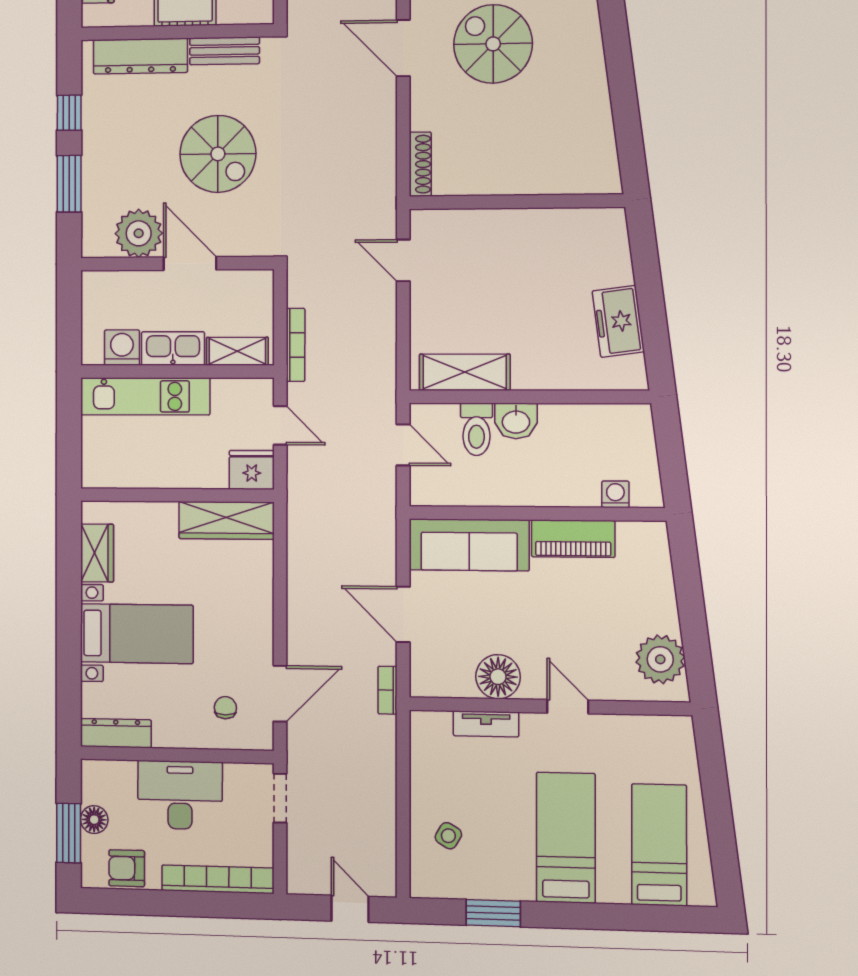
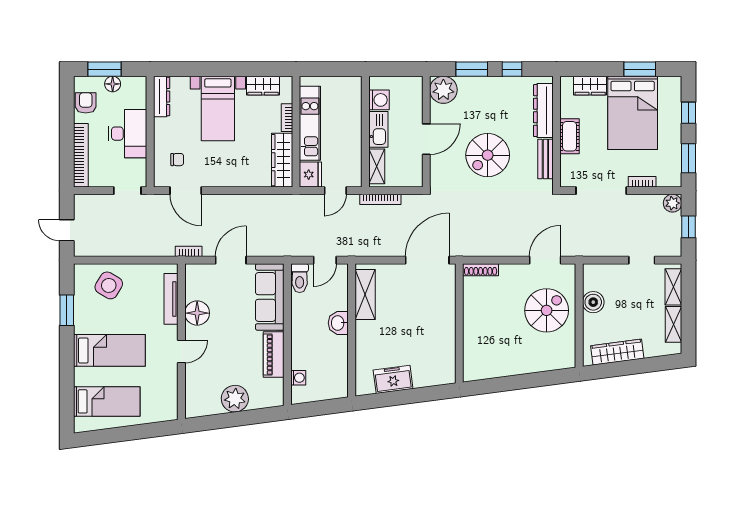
plant: (139, 233) -> (443, 90), moved
door: (403, 260) -> (427, 260), width x1.87
kitchen unit: (145, 396) -> (310, 123), moved, turned 180
toilet: (476, 429) -> (300, 278), moved, turned -90
bookcase: (152, 511) -> (287, 118), added
plant: (660, 659) -> (235, 399), moved
tv unit: (486, 724) -> (171, 299), width x1.41
side table: (448, 836) -> (109, 285), width x1.87, depth x1.87
door: (350, 909) -> (67, 230), swing flipped

